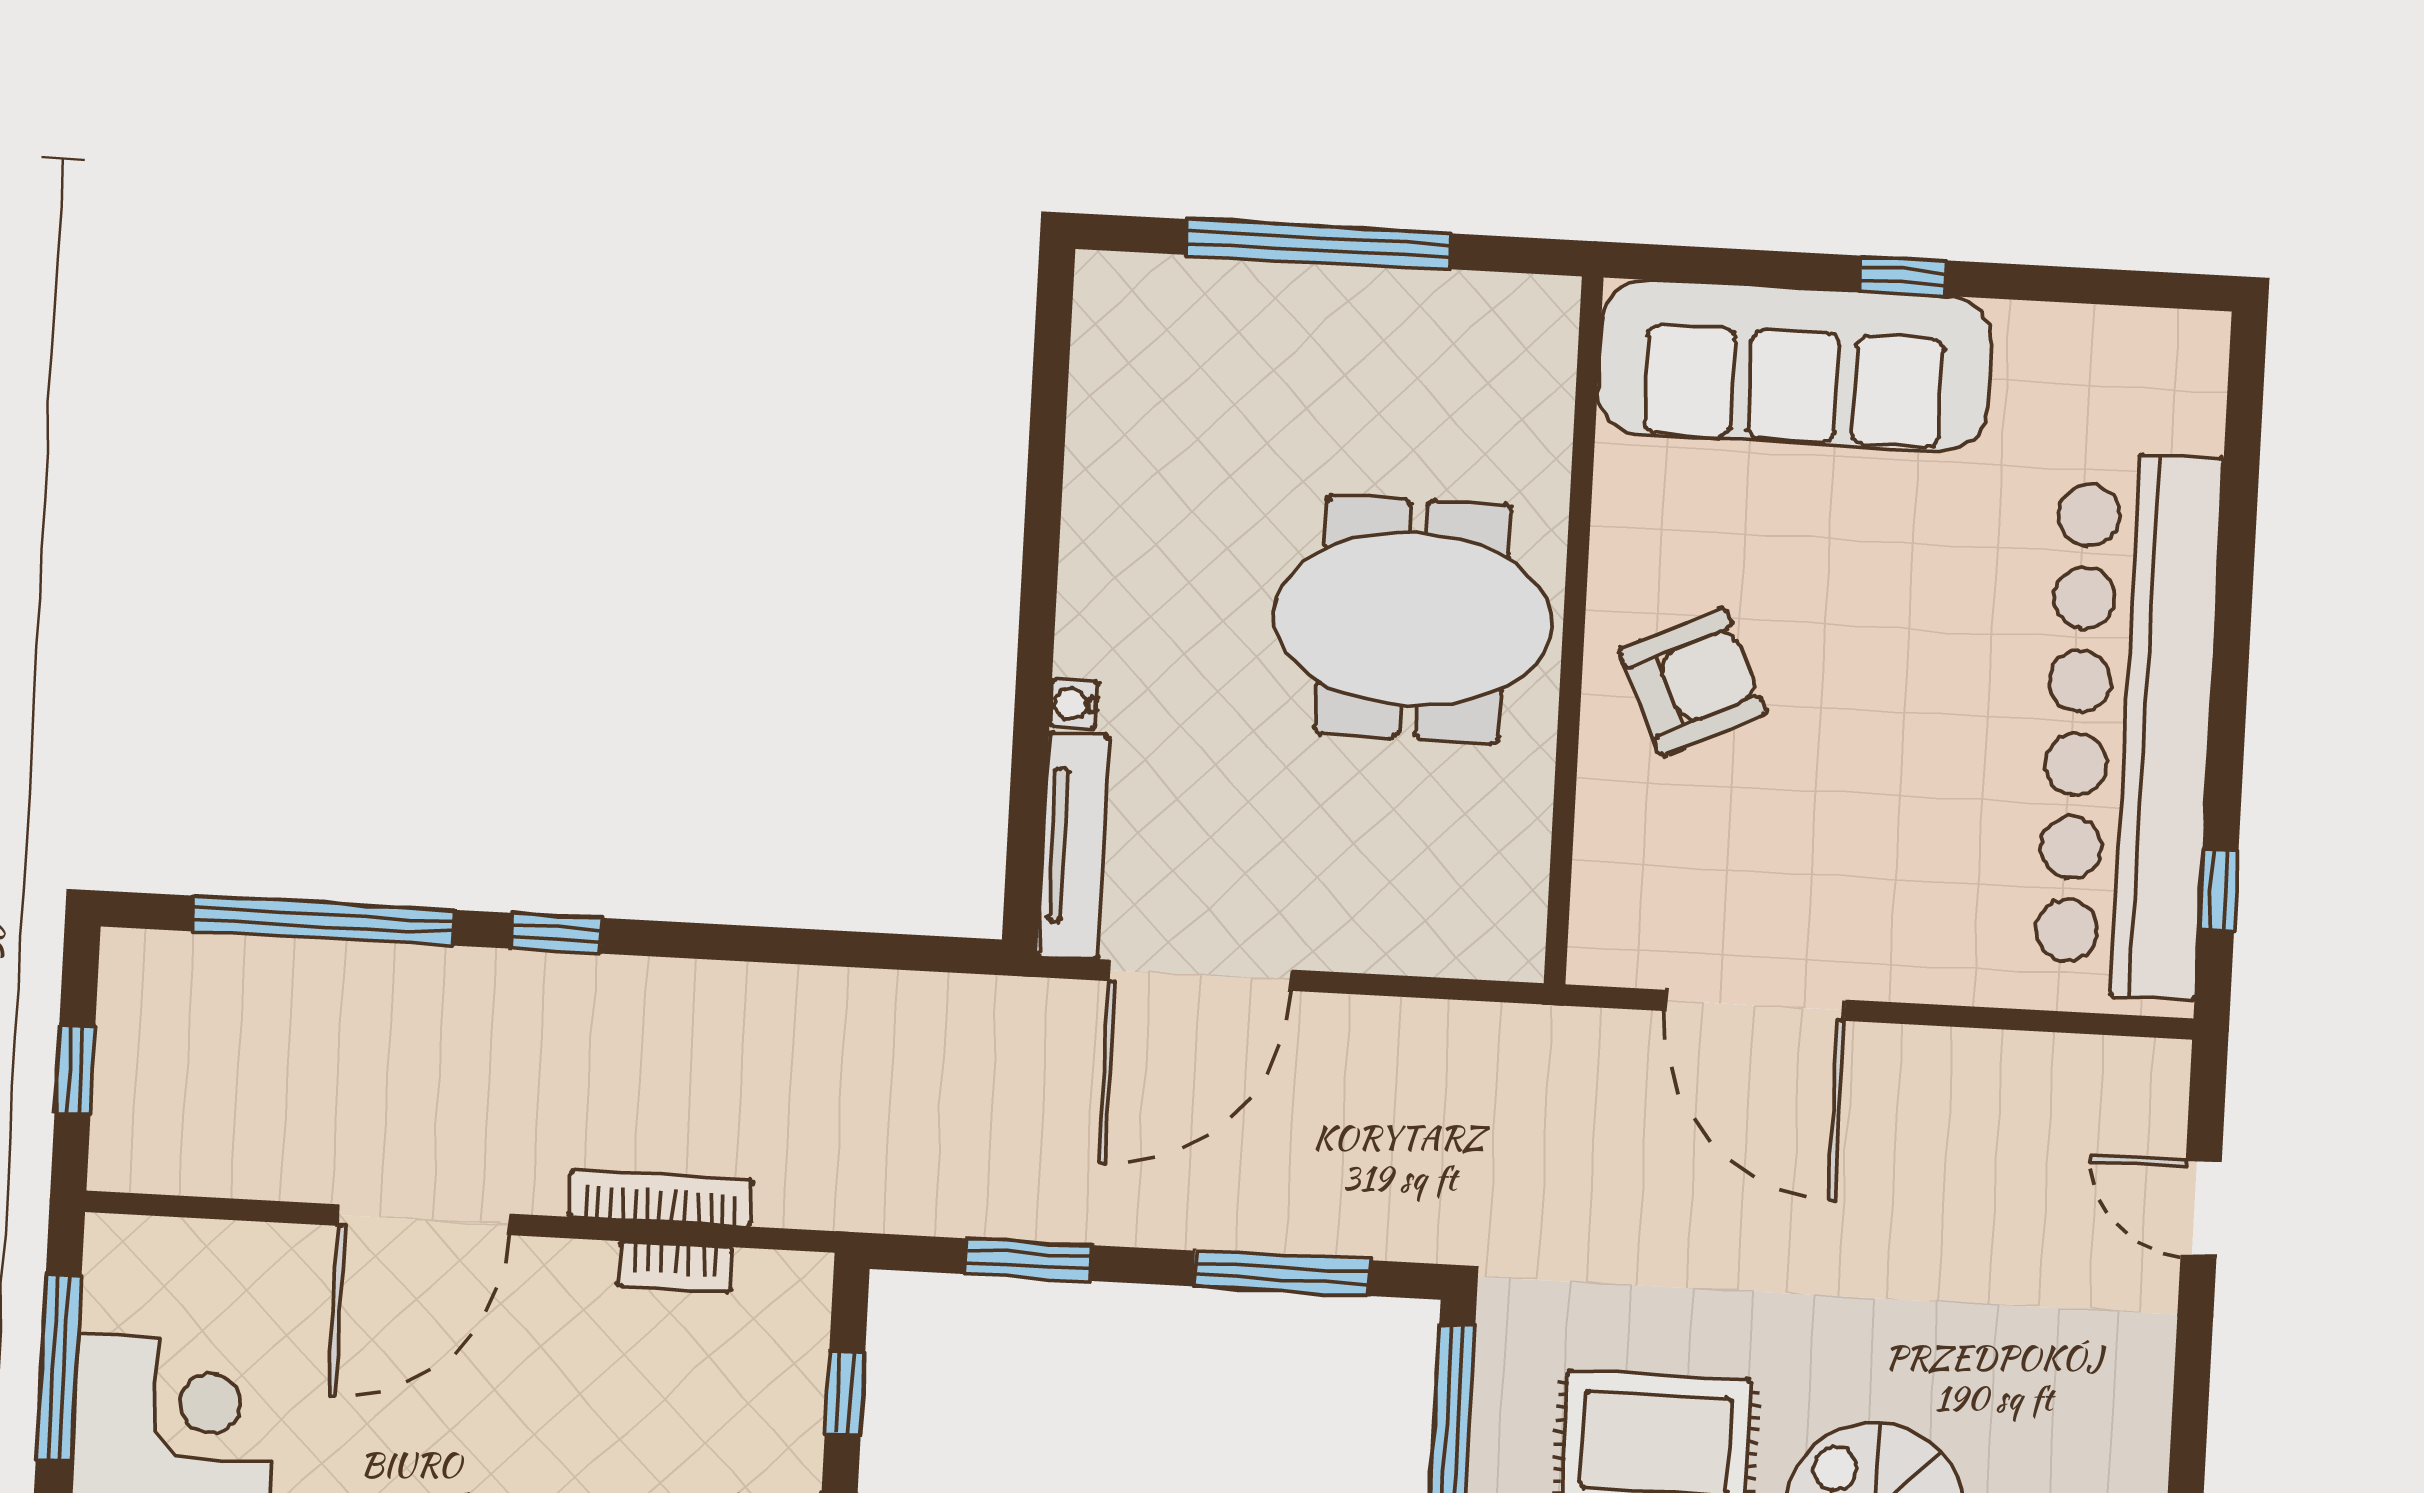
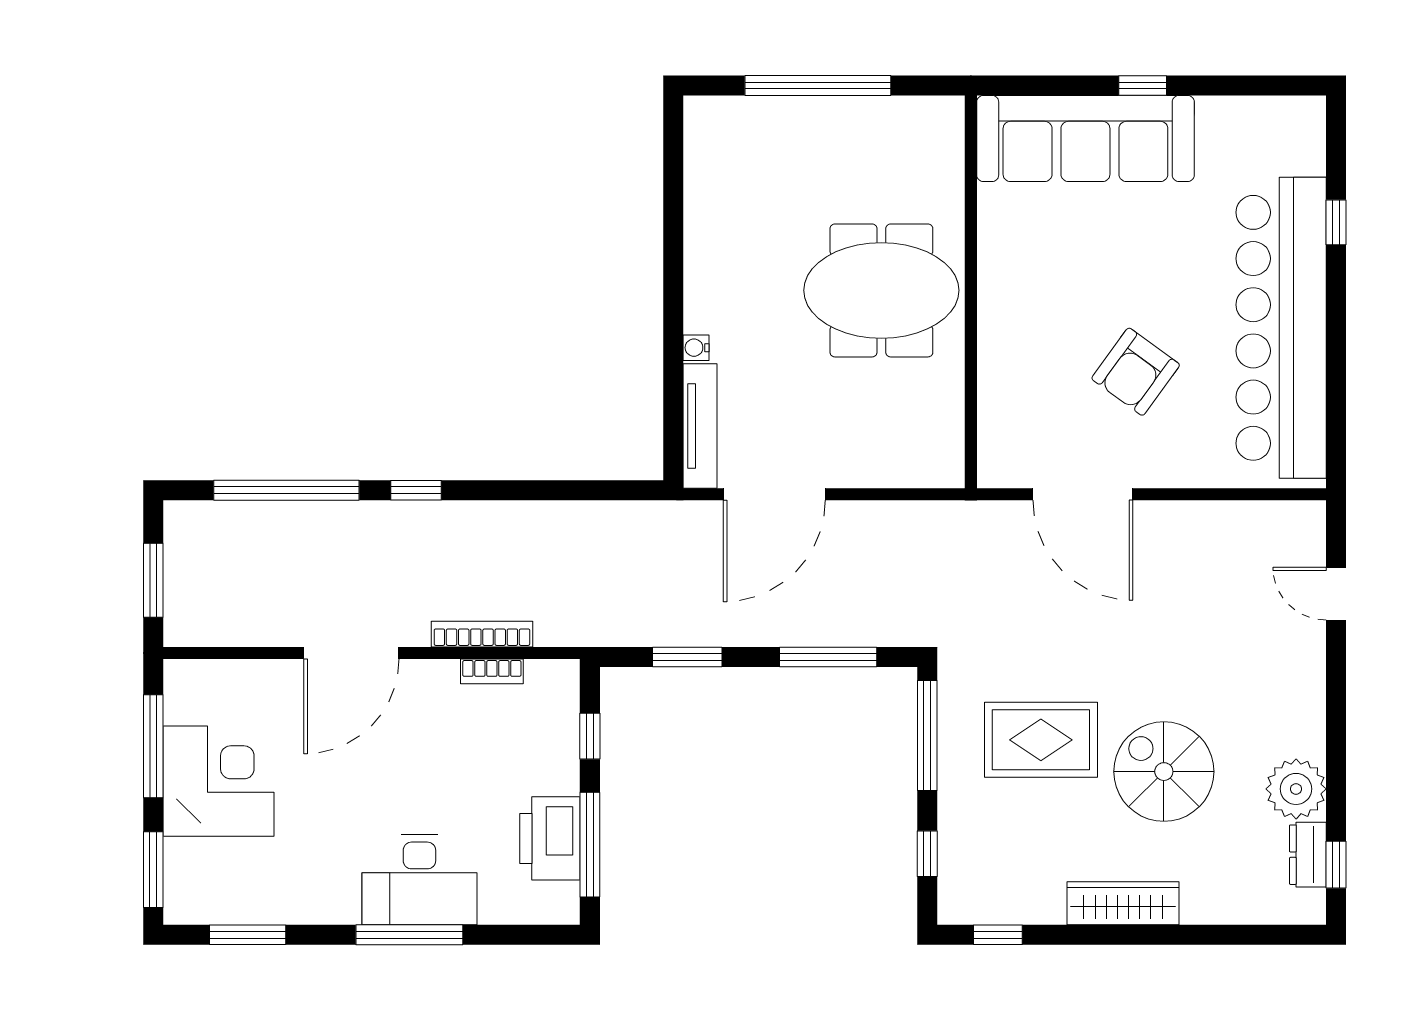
armchair: (1693, 682) -> (1136, 372), moved, turned 151
window: (2218, 890) -> (1336, 222), moved
window: (75, 1070) -> (153, 580), width x1.50

